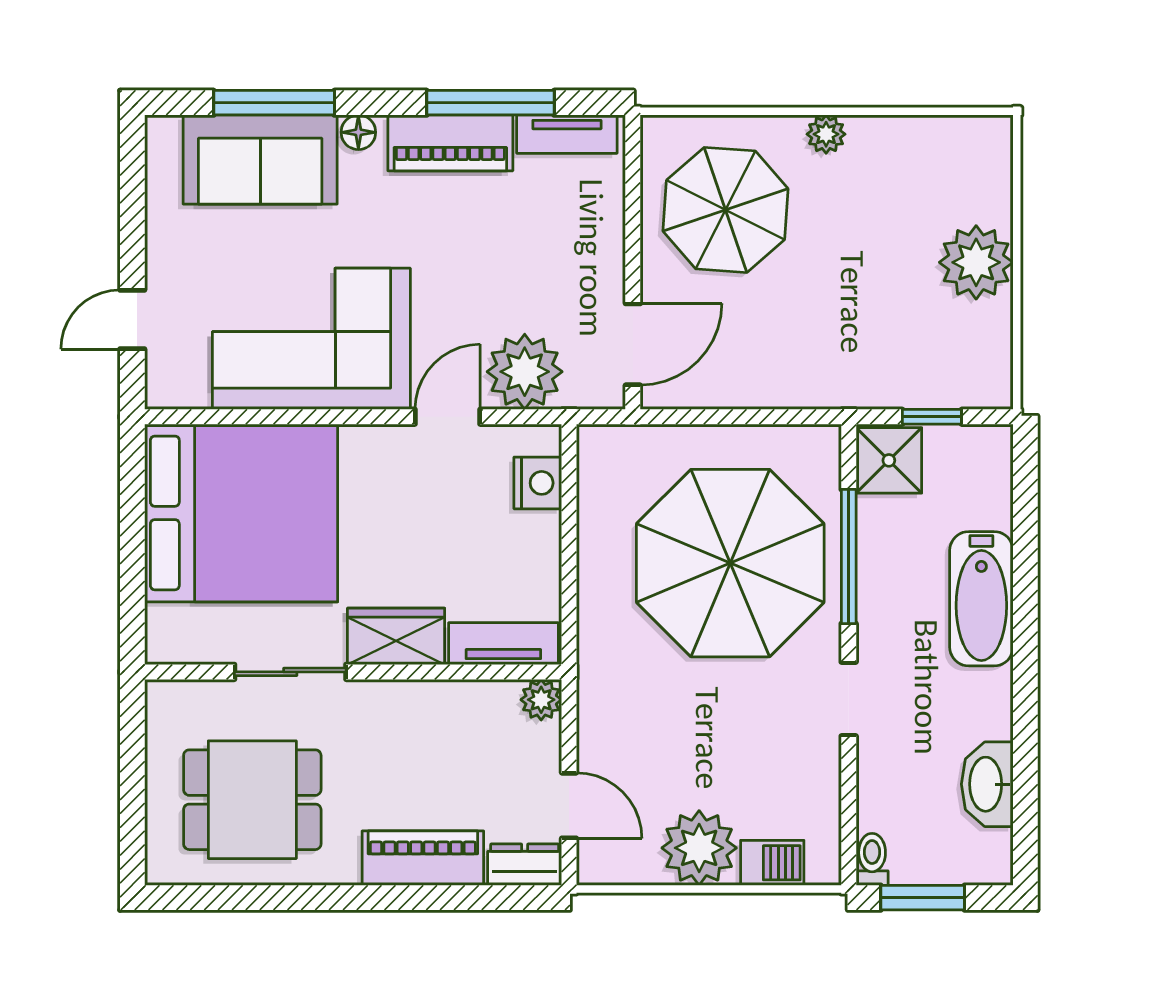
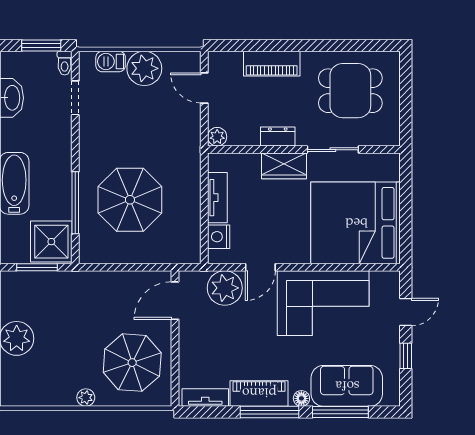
window: (490, 103) -> (270, 412), moved
window: (132, 224) -> (406, 356), added
window: (932, 417) -> (37, 267), width x1.50
shower: (889, 460) -> (51, 242), width x1.36, depth x1.36
parasol: (730, 563) -> (130, 200), width x0.73, depth x0.73
tv unit: (503, 644) -> (217, 198), moved, turned -90
doorway: (849, 699) -> (75, 98), moved
dresser: (525, 865) -> (278, 137), moved, turned 180

